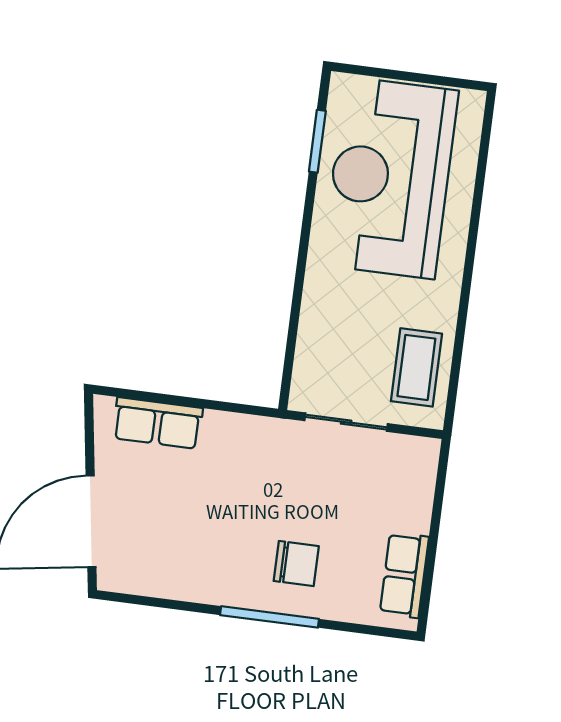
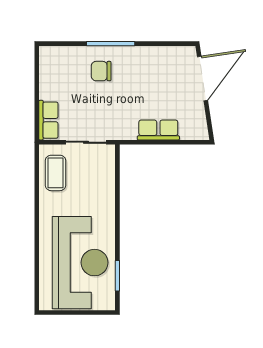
row of seats: (158, 423) -> (158, 130), moved
row of seats: (404, 575) -> (48, 120), moved

